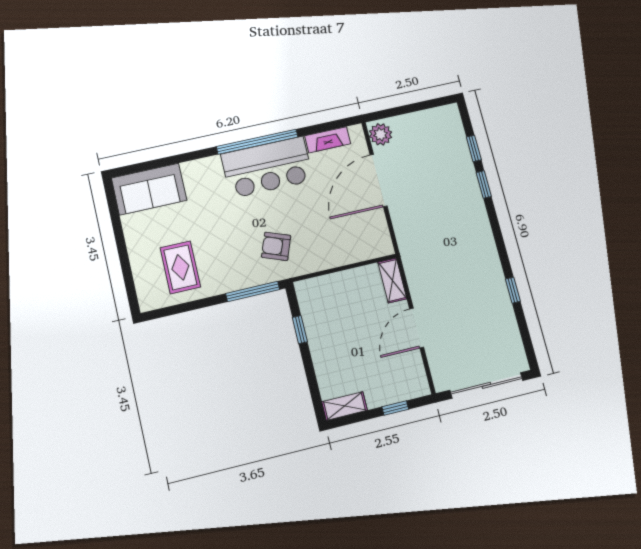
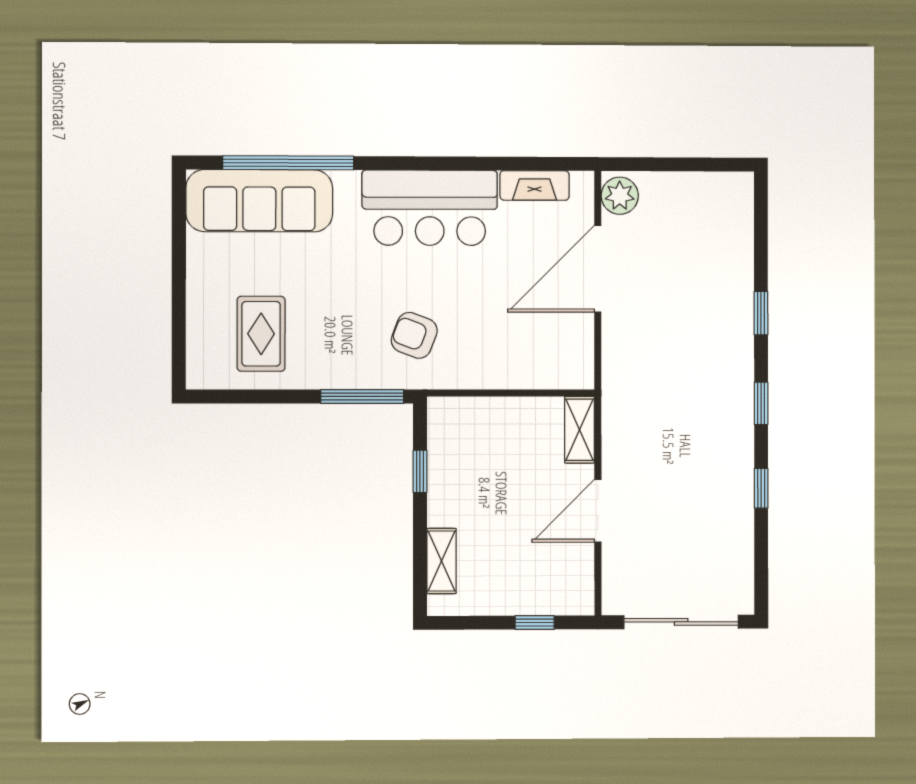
window: (257, 142) -> (288, 163), moved
window: (474, 148) -> (761, 403), moved
sofa: (149, 189) -> (259, 201), width x1.36
shelving: (345, 406) -> (441, 561), moved, turned 90

